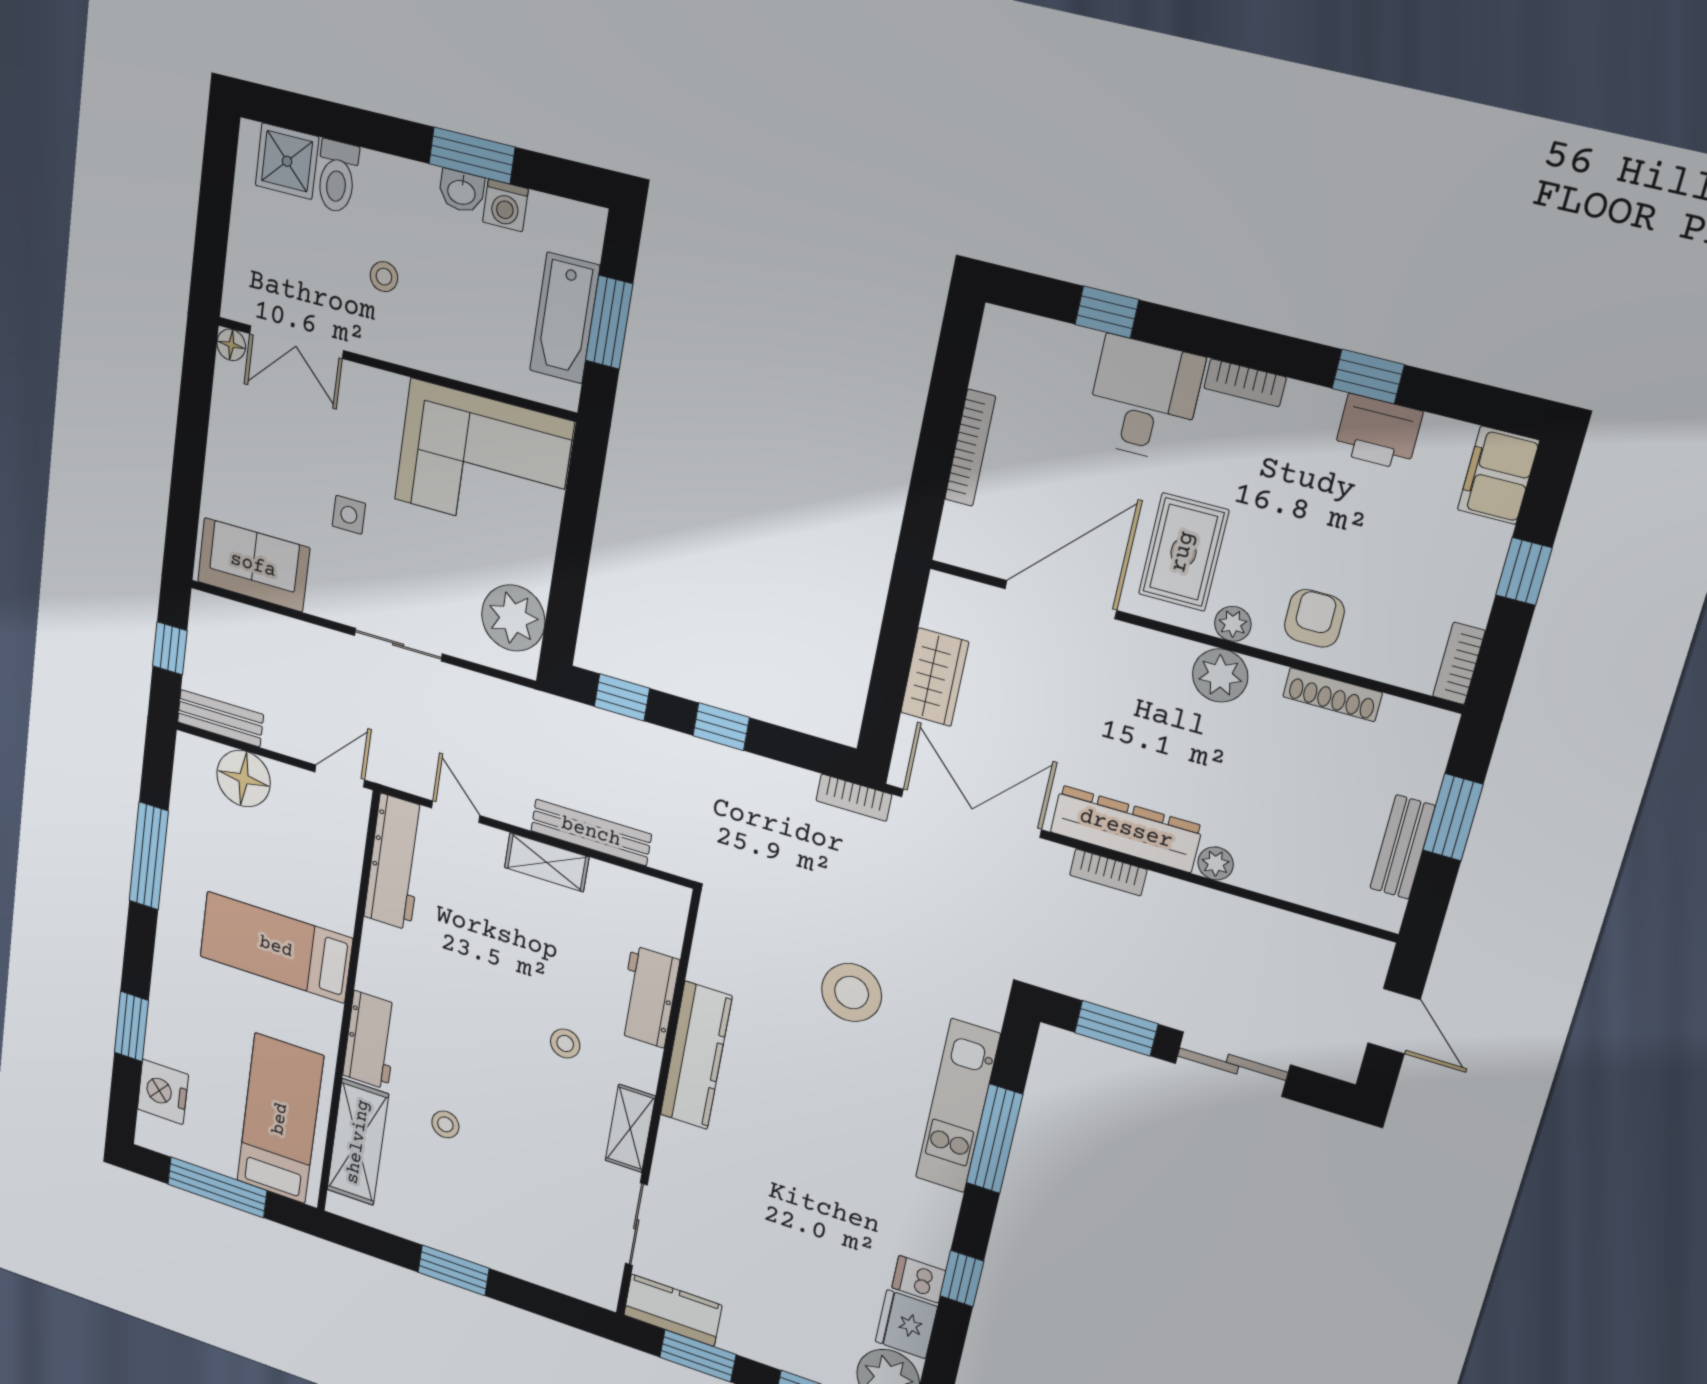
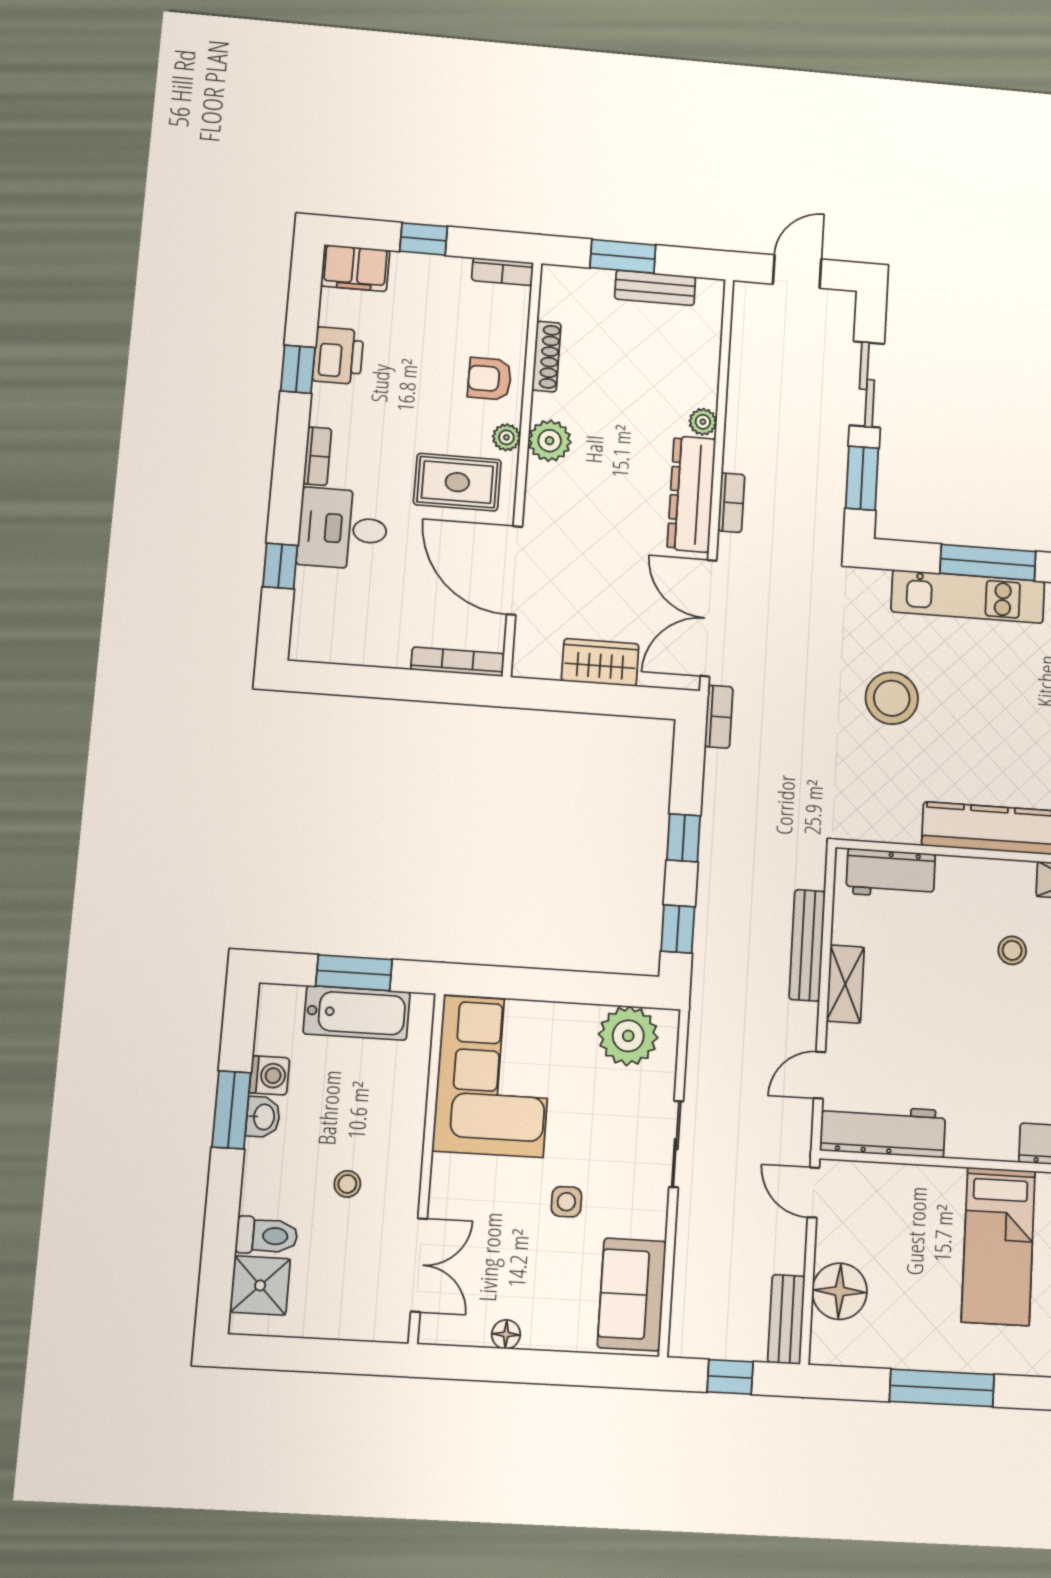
floor lamp: (231, 345) -> (506, 1334), moved
bookcase: (970, 448) -> (458, 662), moved
workbench: (648, 997) -> (891, 874), moved

